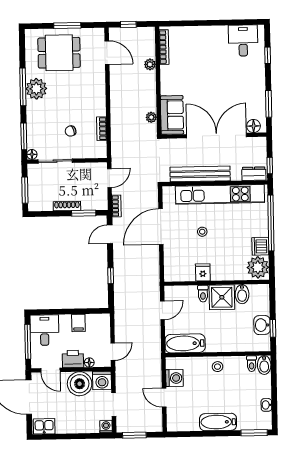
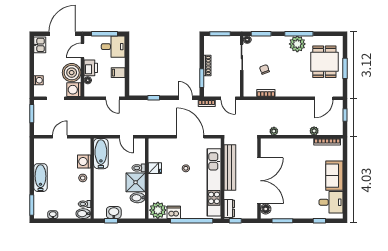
sofa: (172, 115) -> (334, 176), moved, turned 90
door: (113, 352) -> (113, 98), moved
washing machine: (174, 378) -> (84, 161), moved, turned 90
washing machine: (106, 427) -> (39, 80), moved

